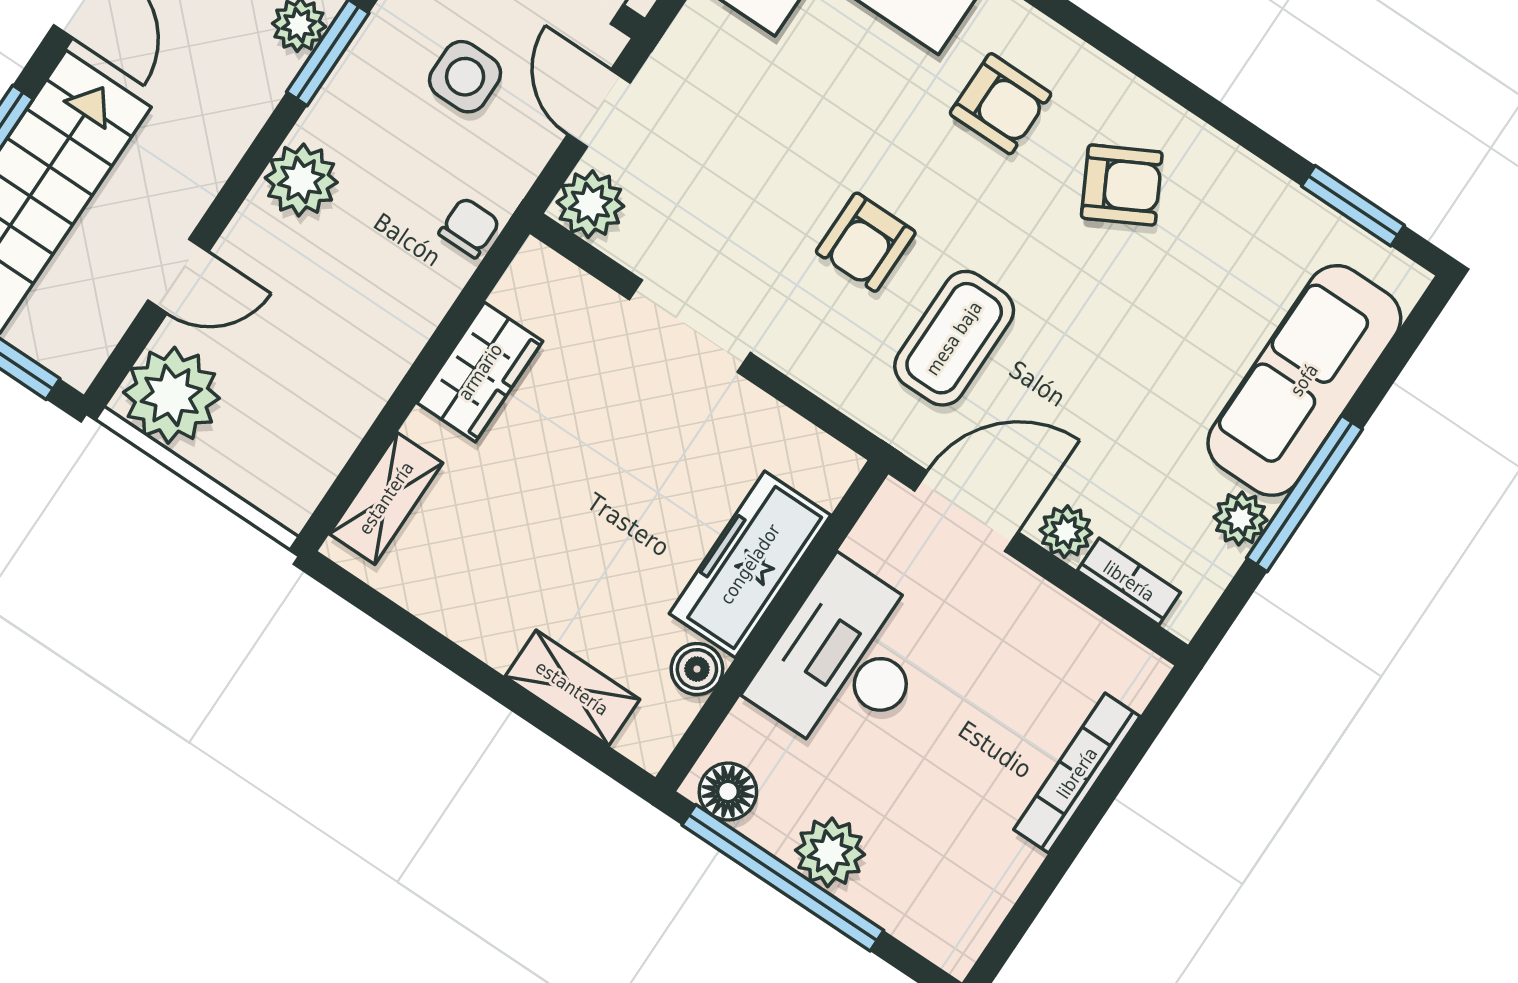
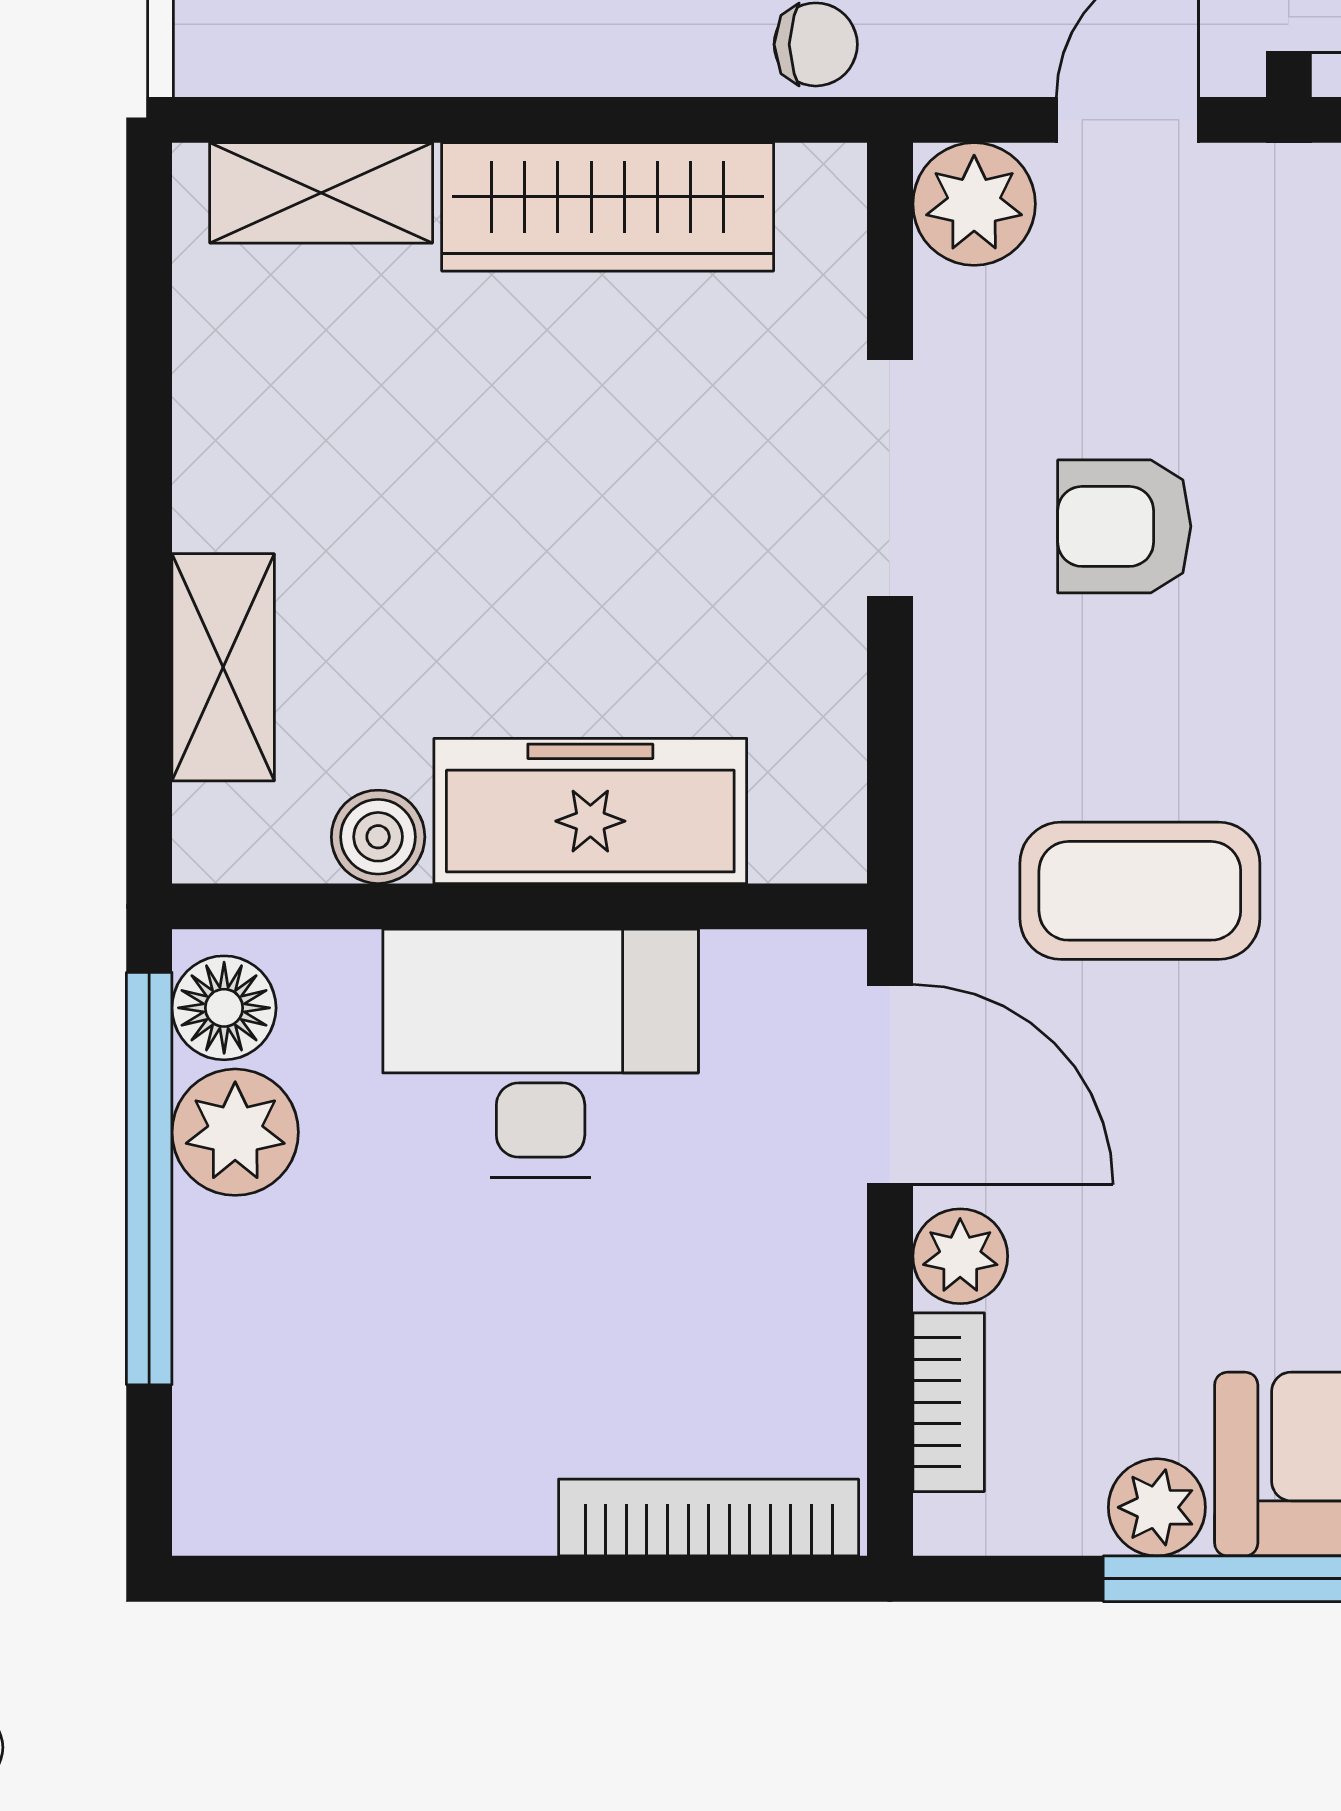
armchair: (866, 242) -> (1124, 526), moved
wardrobe: (480, 372) -> (608, 207), width x1.50
bookcase: (1077, 773) -> (709, 1518), moved
plant: (830, 852) -> (235, 1132), moved

